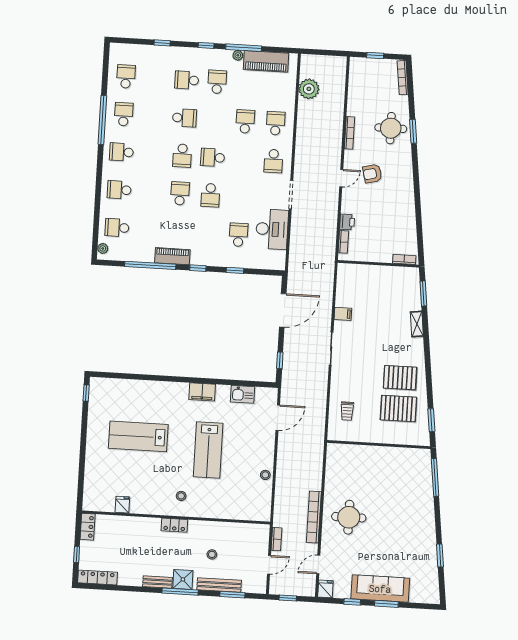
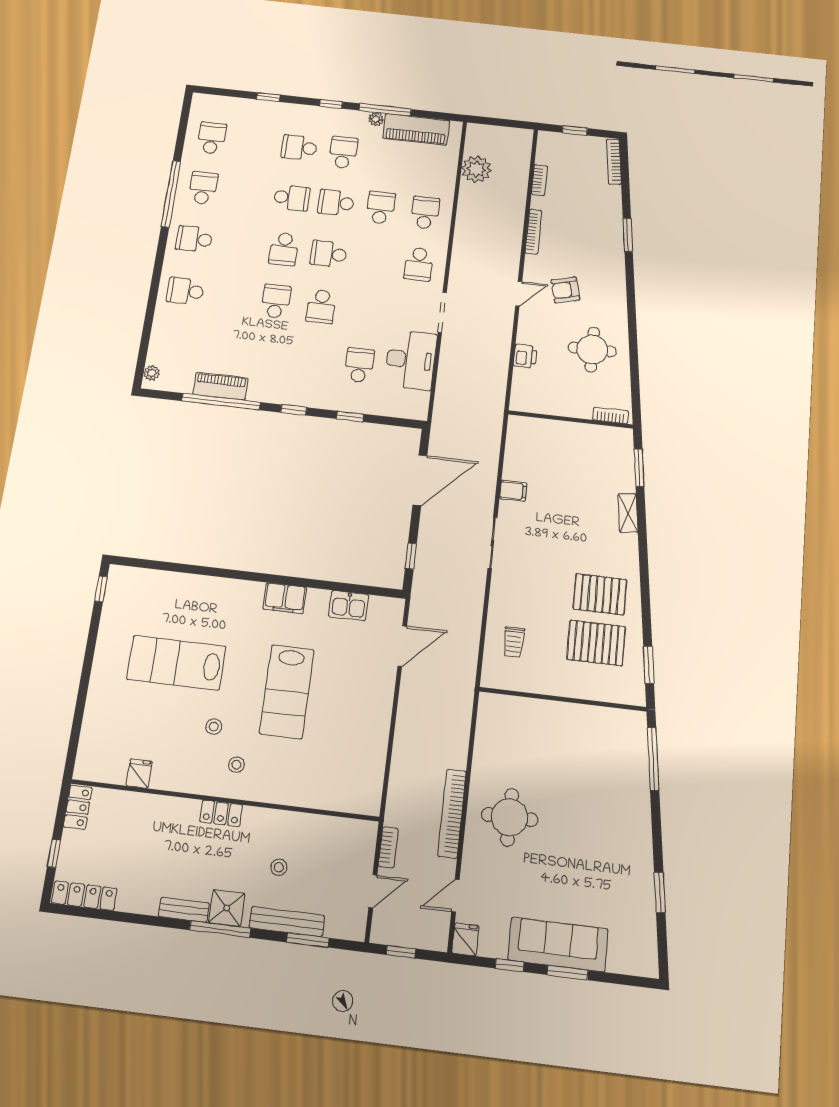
round table: (391, 128) -> (592, 350), moved
school desk: (117, 228) -> (336, 203), moved
bookcase: (343, 242) -> (539, 180), moved
piano: (172, 256) -> (221, 386), moved
stool: (265, 475) -> (214, 727), moved

